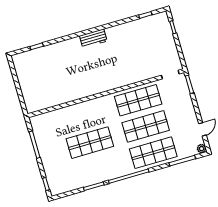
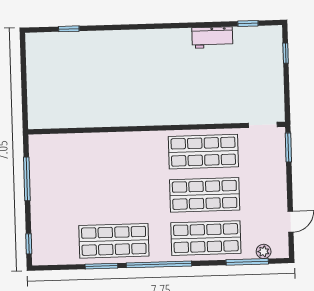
workbench: (93, 38) -> (212, 38), moved
shop shelf: (90, 143) -> (114, 241), moved
plant: (202, 149) -> (264, 251), moved

